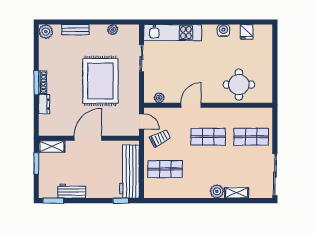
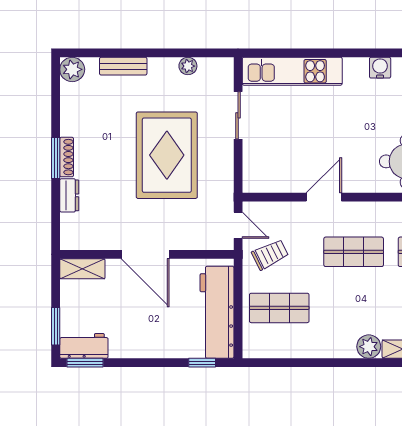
plant: (159, 98) -> (268, 184), removed
door: (88, 138) -> (145, 254), swing flipped
window: (36, 163) -> (56, 326), moved
workbench: (72, 191) -> (84, 346), moved

